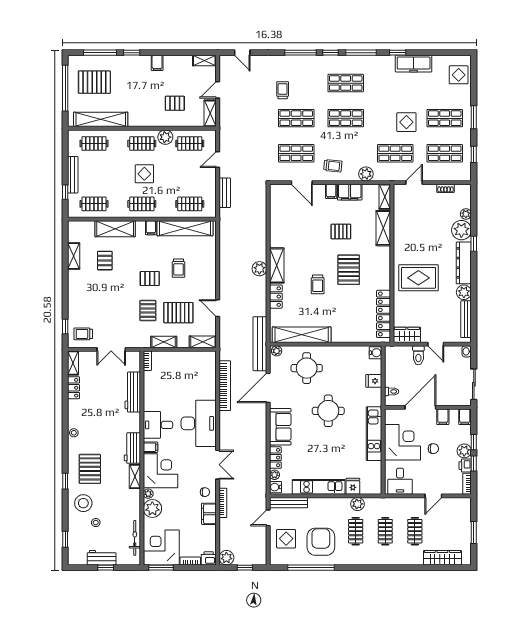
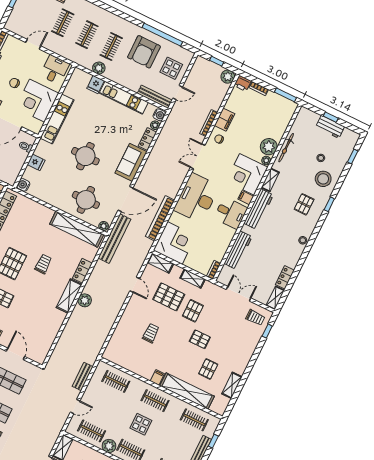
shelving: (185, 228) -> (129, 363), removed
shelving: (115, 229) -> (187, 391), width x1.47
pallet: (150, 279) -> (200, 339), moved
workbench: (132, 448) -> (259, 209), width x1.38
pallet: (90, 469) -> (304, 204), width x0.67, depth x0.71
bicycle: (135, 538) -> (286, 148), moved
corner desk: (162, 547) -> (175, 243), moved, turned -90

